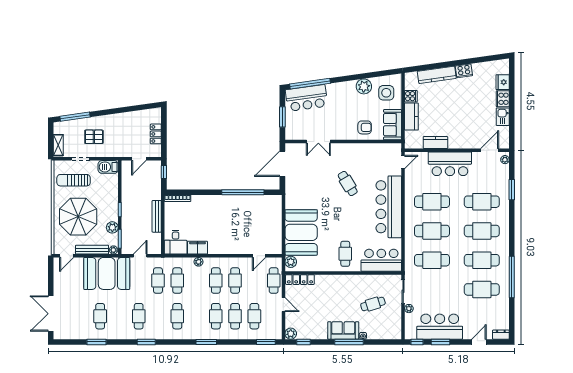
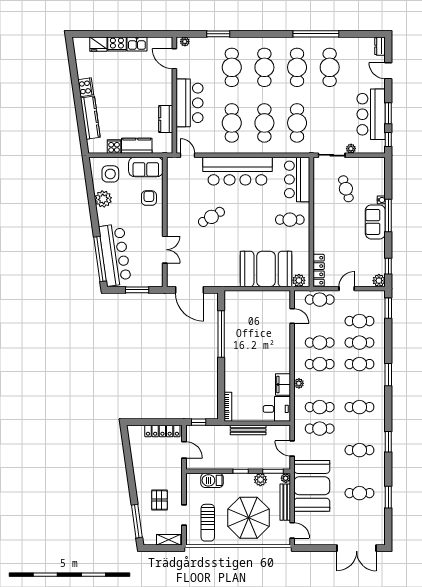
bar counter: (307, 98) -> (115, 255), width x1.36
locker: (156, 134) -> (162, 431), width x1.53
barbecue: (108, 167) -> (212, 480), moved, turned 90

